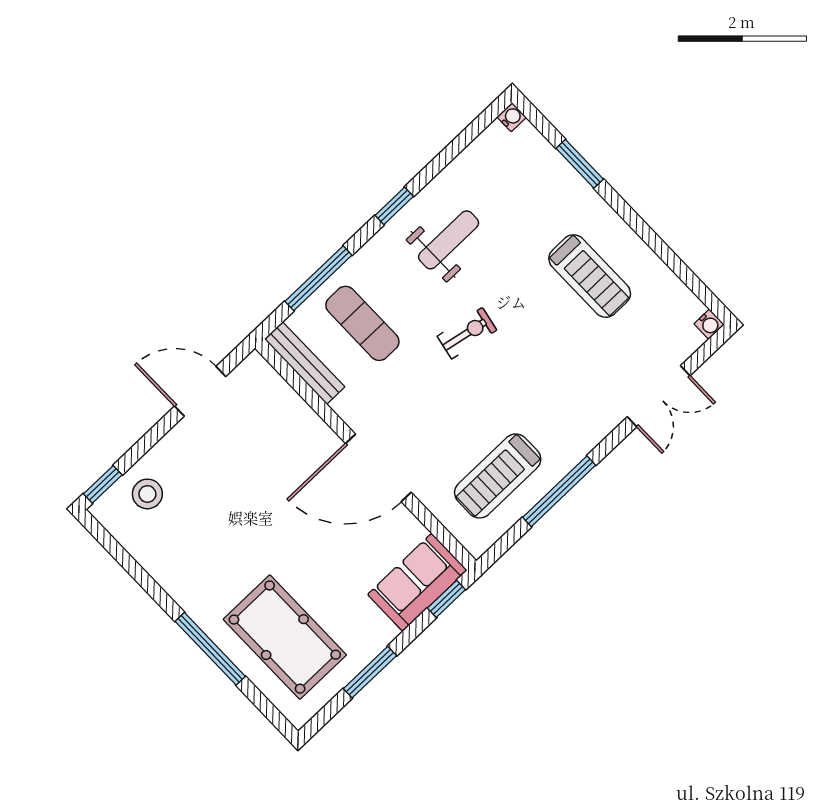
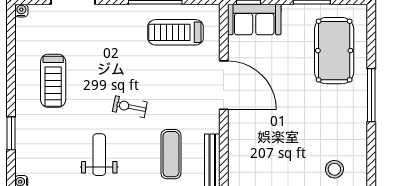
weight bench: (449, 240) -> (99, 155), turned 90
treadmill: (590, 276) -> (53, 81), turned 180
treadmill: (498, 476) -> (176, 32), turned 180
window: (210, 649) -> (371, 95), moved

